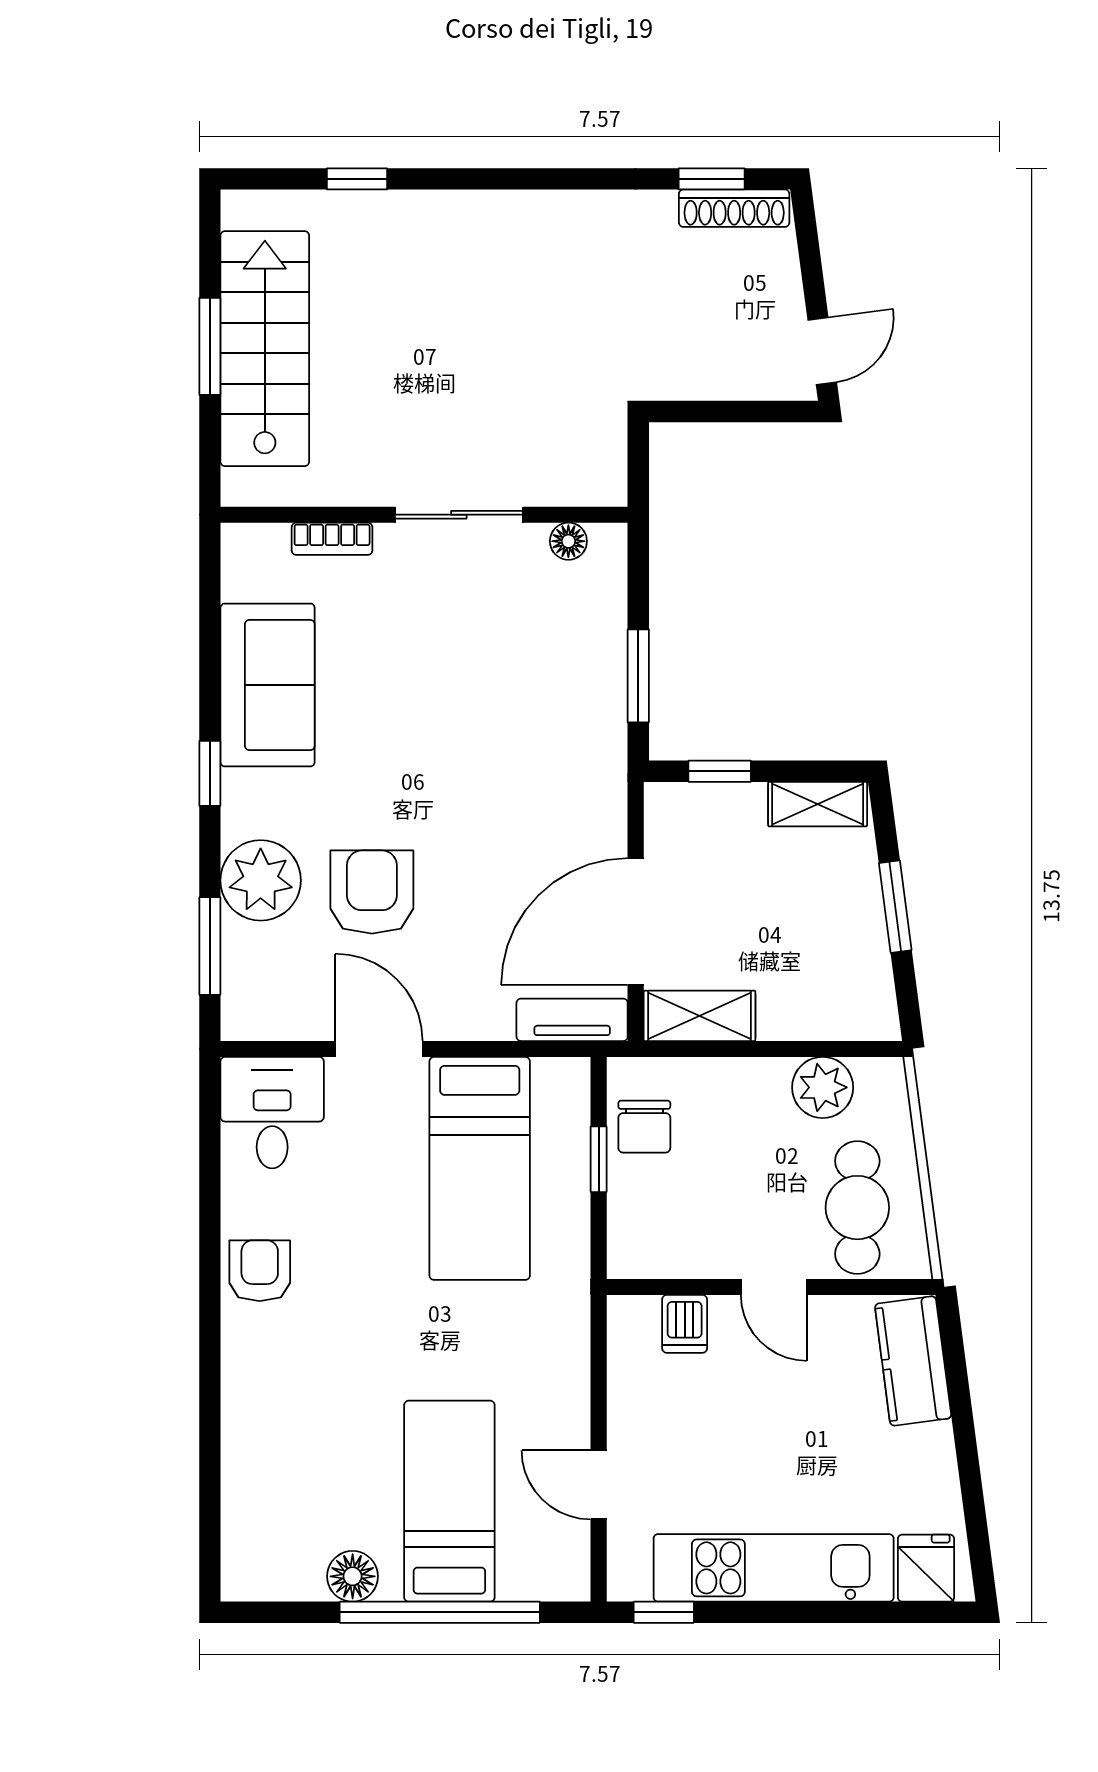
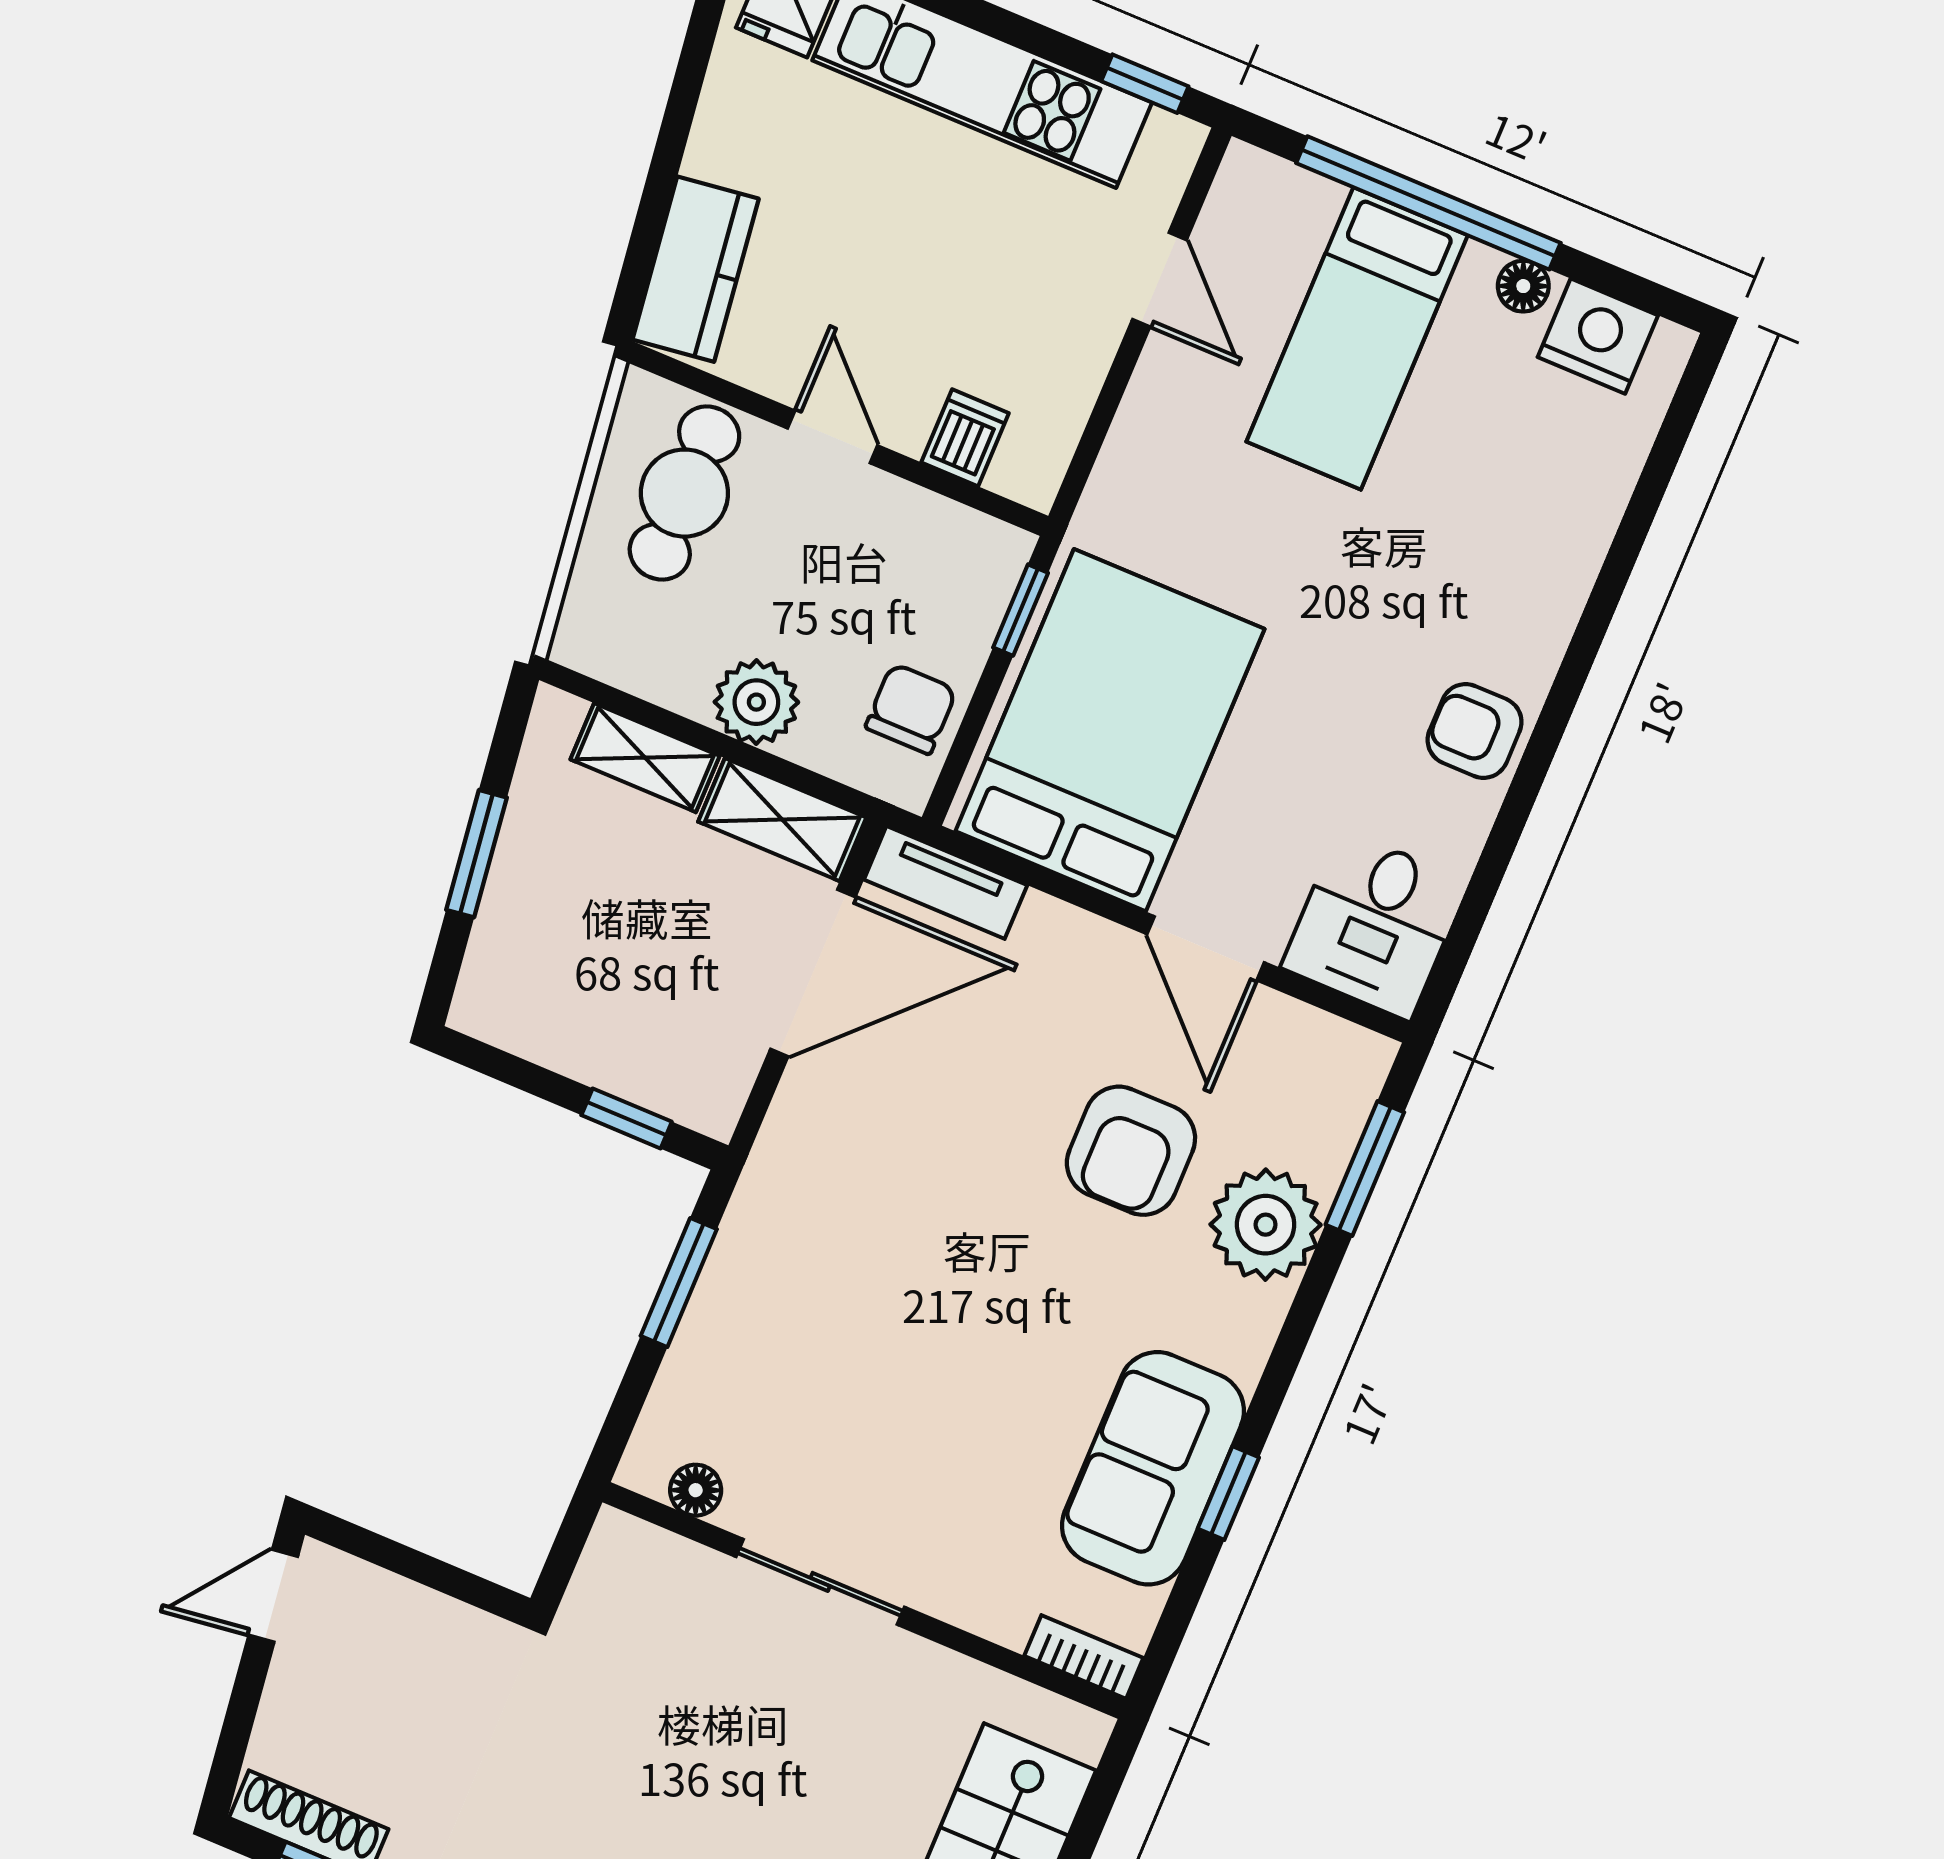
bookcase: (332, 539) -> (1084, 1657), moved
window: (210, 773) -> (1228, 1493), moved
shelving: (818, 804) -> (645, 758), moved
plant: (823, 1087) -> (756, 702), moved
window: (599, 1159) -> (1021, 610), moved
bed: (480, 1168) -> (1110, 730), width x1.50
armchair: (260, 1271) -> (1475, 731), turned 90
nightstand: (288, 1571) -> (1598, 336), added
floor lamp: (353, 1576) -> (1523, 286), width x0.73, depth x0.73

